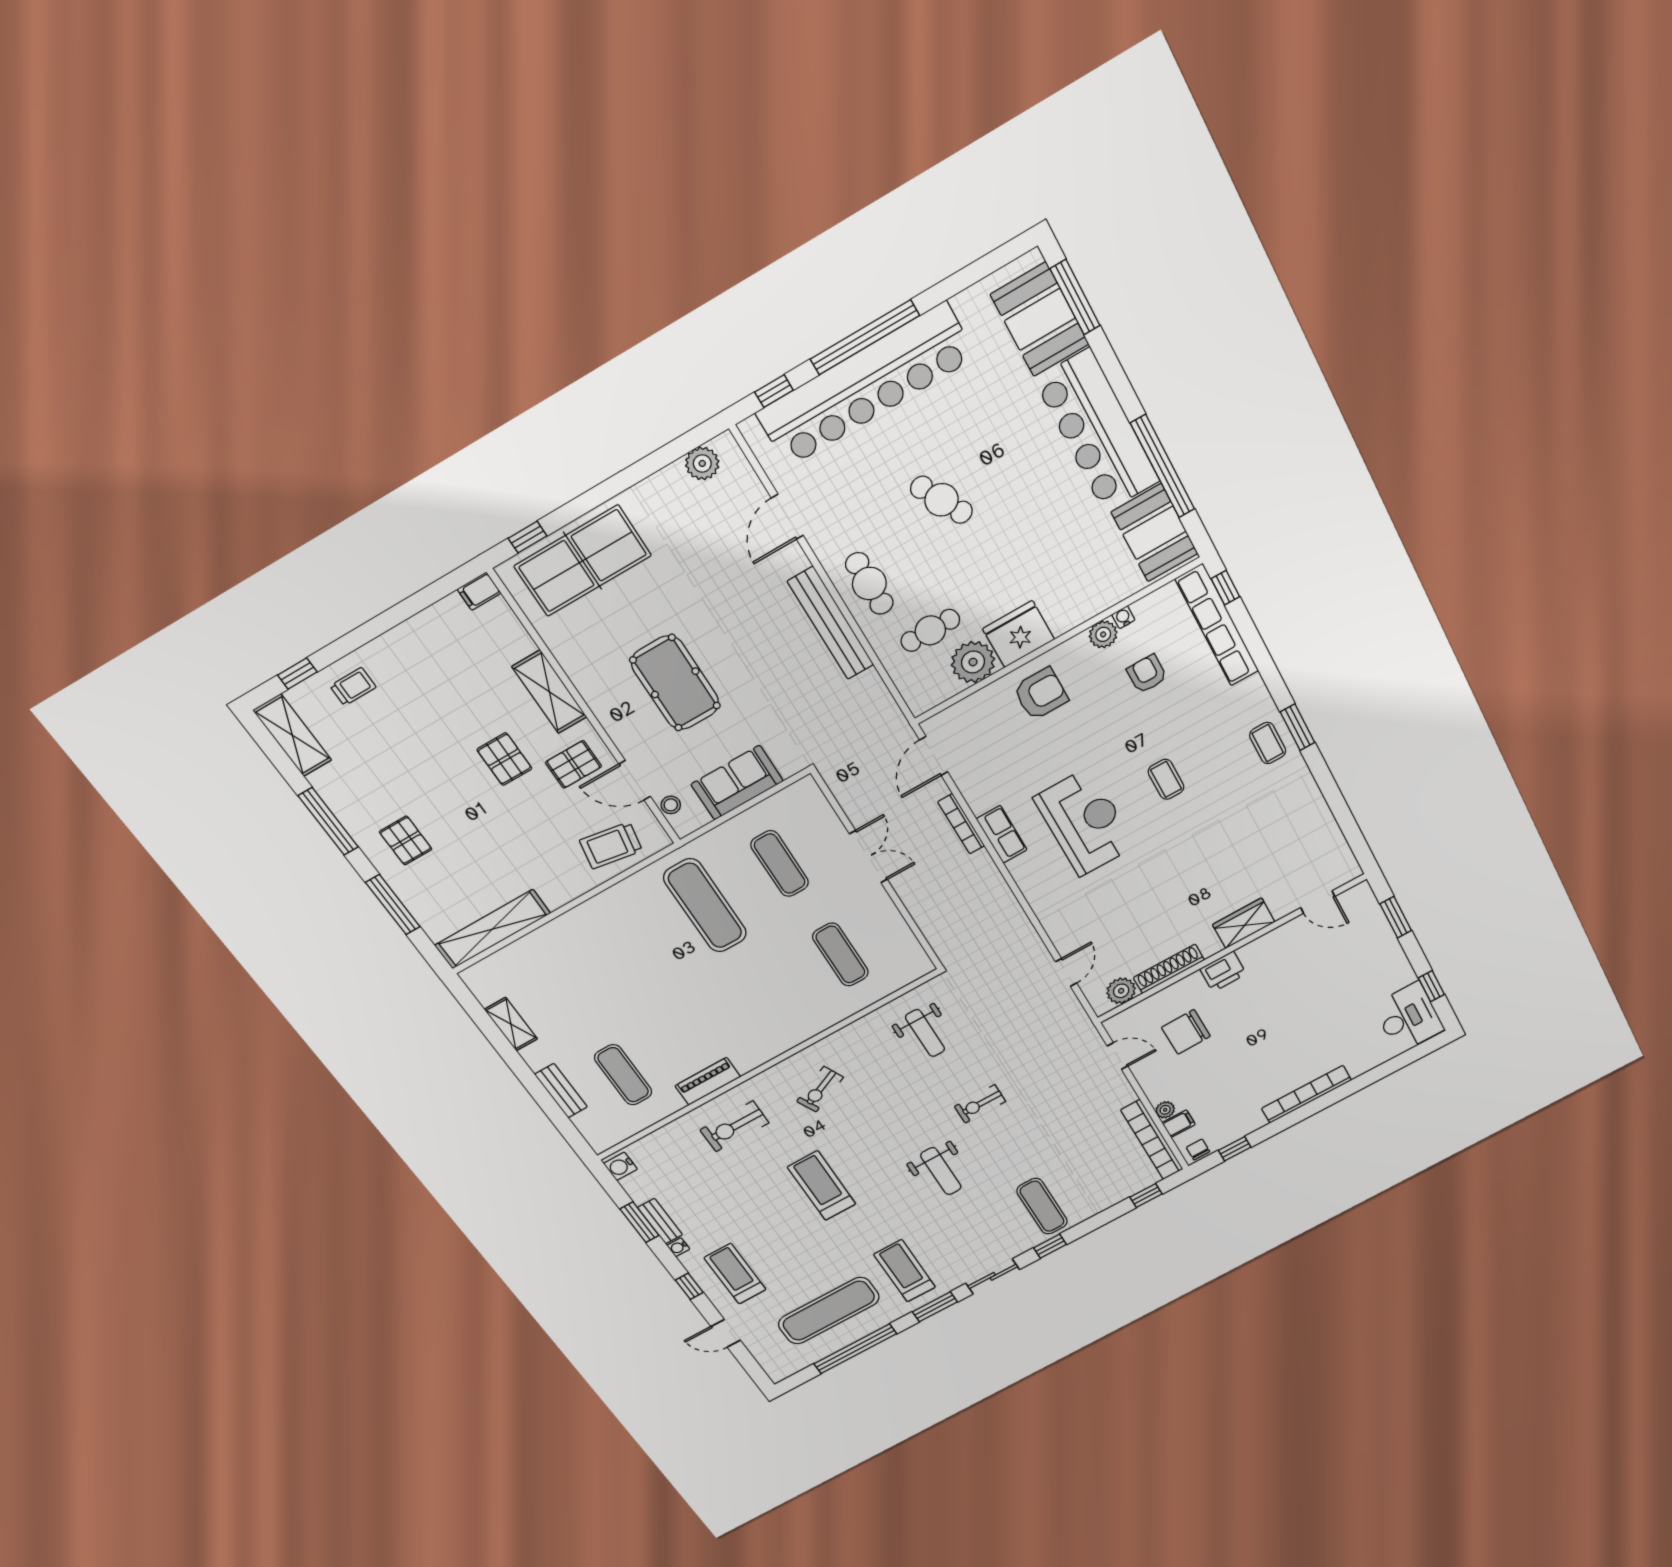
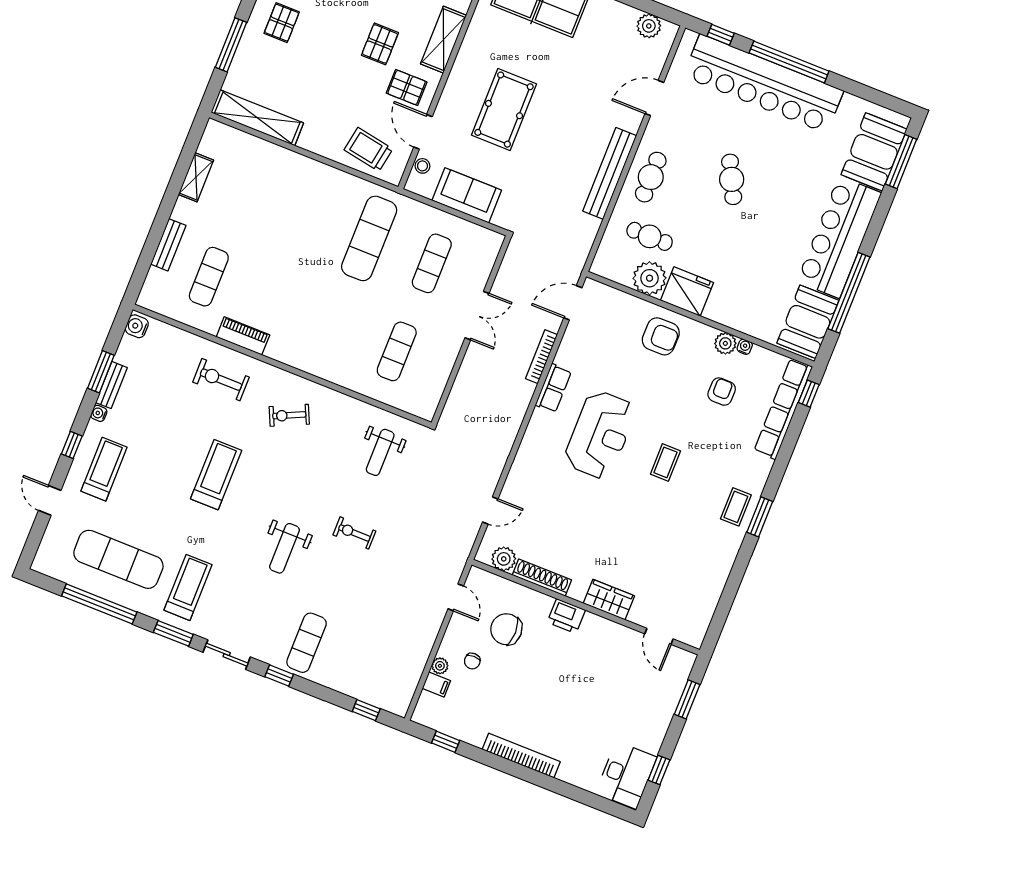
bookcase: (1152, 1140) -> (411, 676), removed
chair: (1198, 1149) -> (472, 661), moved, turned 180

